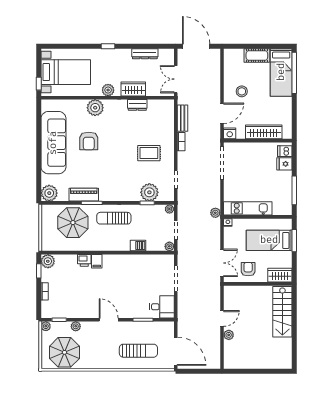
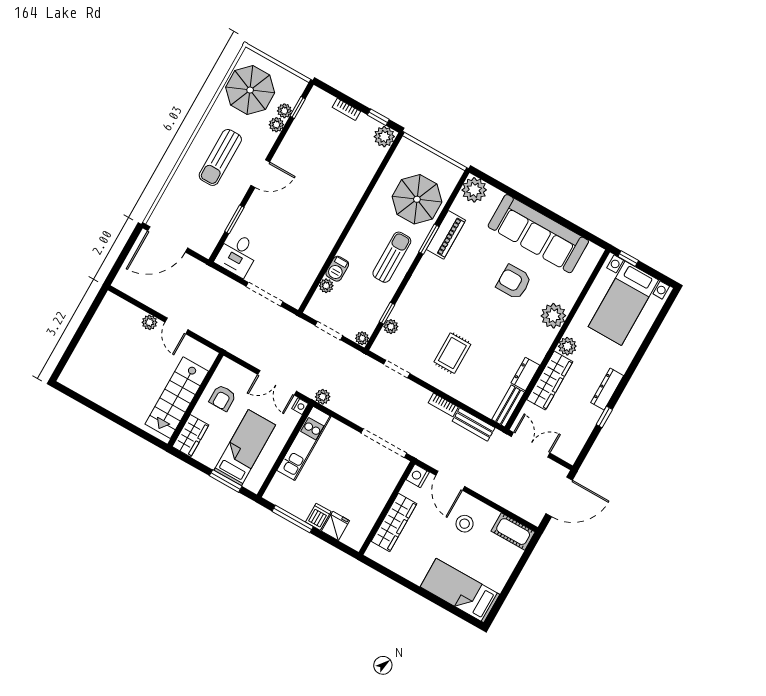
window: (108, 46) -> (604, 417), moved
dresser: (145, 54) -> (607, 389), moved
cot: (257, 56) -> (513, 532), moved, turned 90
window: (294, 73) -> (450, 608), removed
wardrobe: (133, 89) -> (550, 381), width x1.50
bench: (161, 104) -> (508, 406), added
dishwasher: (285, 151) -> (318, 517), moved
plant: (149, 192) -> (391, 327), width x0.53, depth x0.53
plant: (169, 246) -> (326, 286), moved
printer: (84, 260) -> (358, 186), removed
filing cabinet: (97, 261) -> (347, 202), removed
double door: (222, 263) -> (277, 383), moved
armchair: (248, 269) -> (223, 398), turned 90
stairs: (282, 312) -> (177, 398), moved, turned -90
plant: (46, 326) -> (284, 111), moved
sun lounger: (138, 351) -> (220, 157), moved

